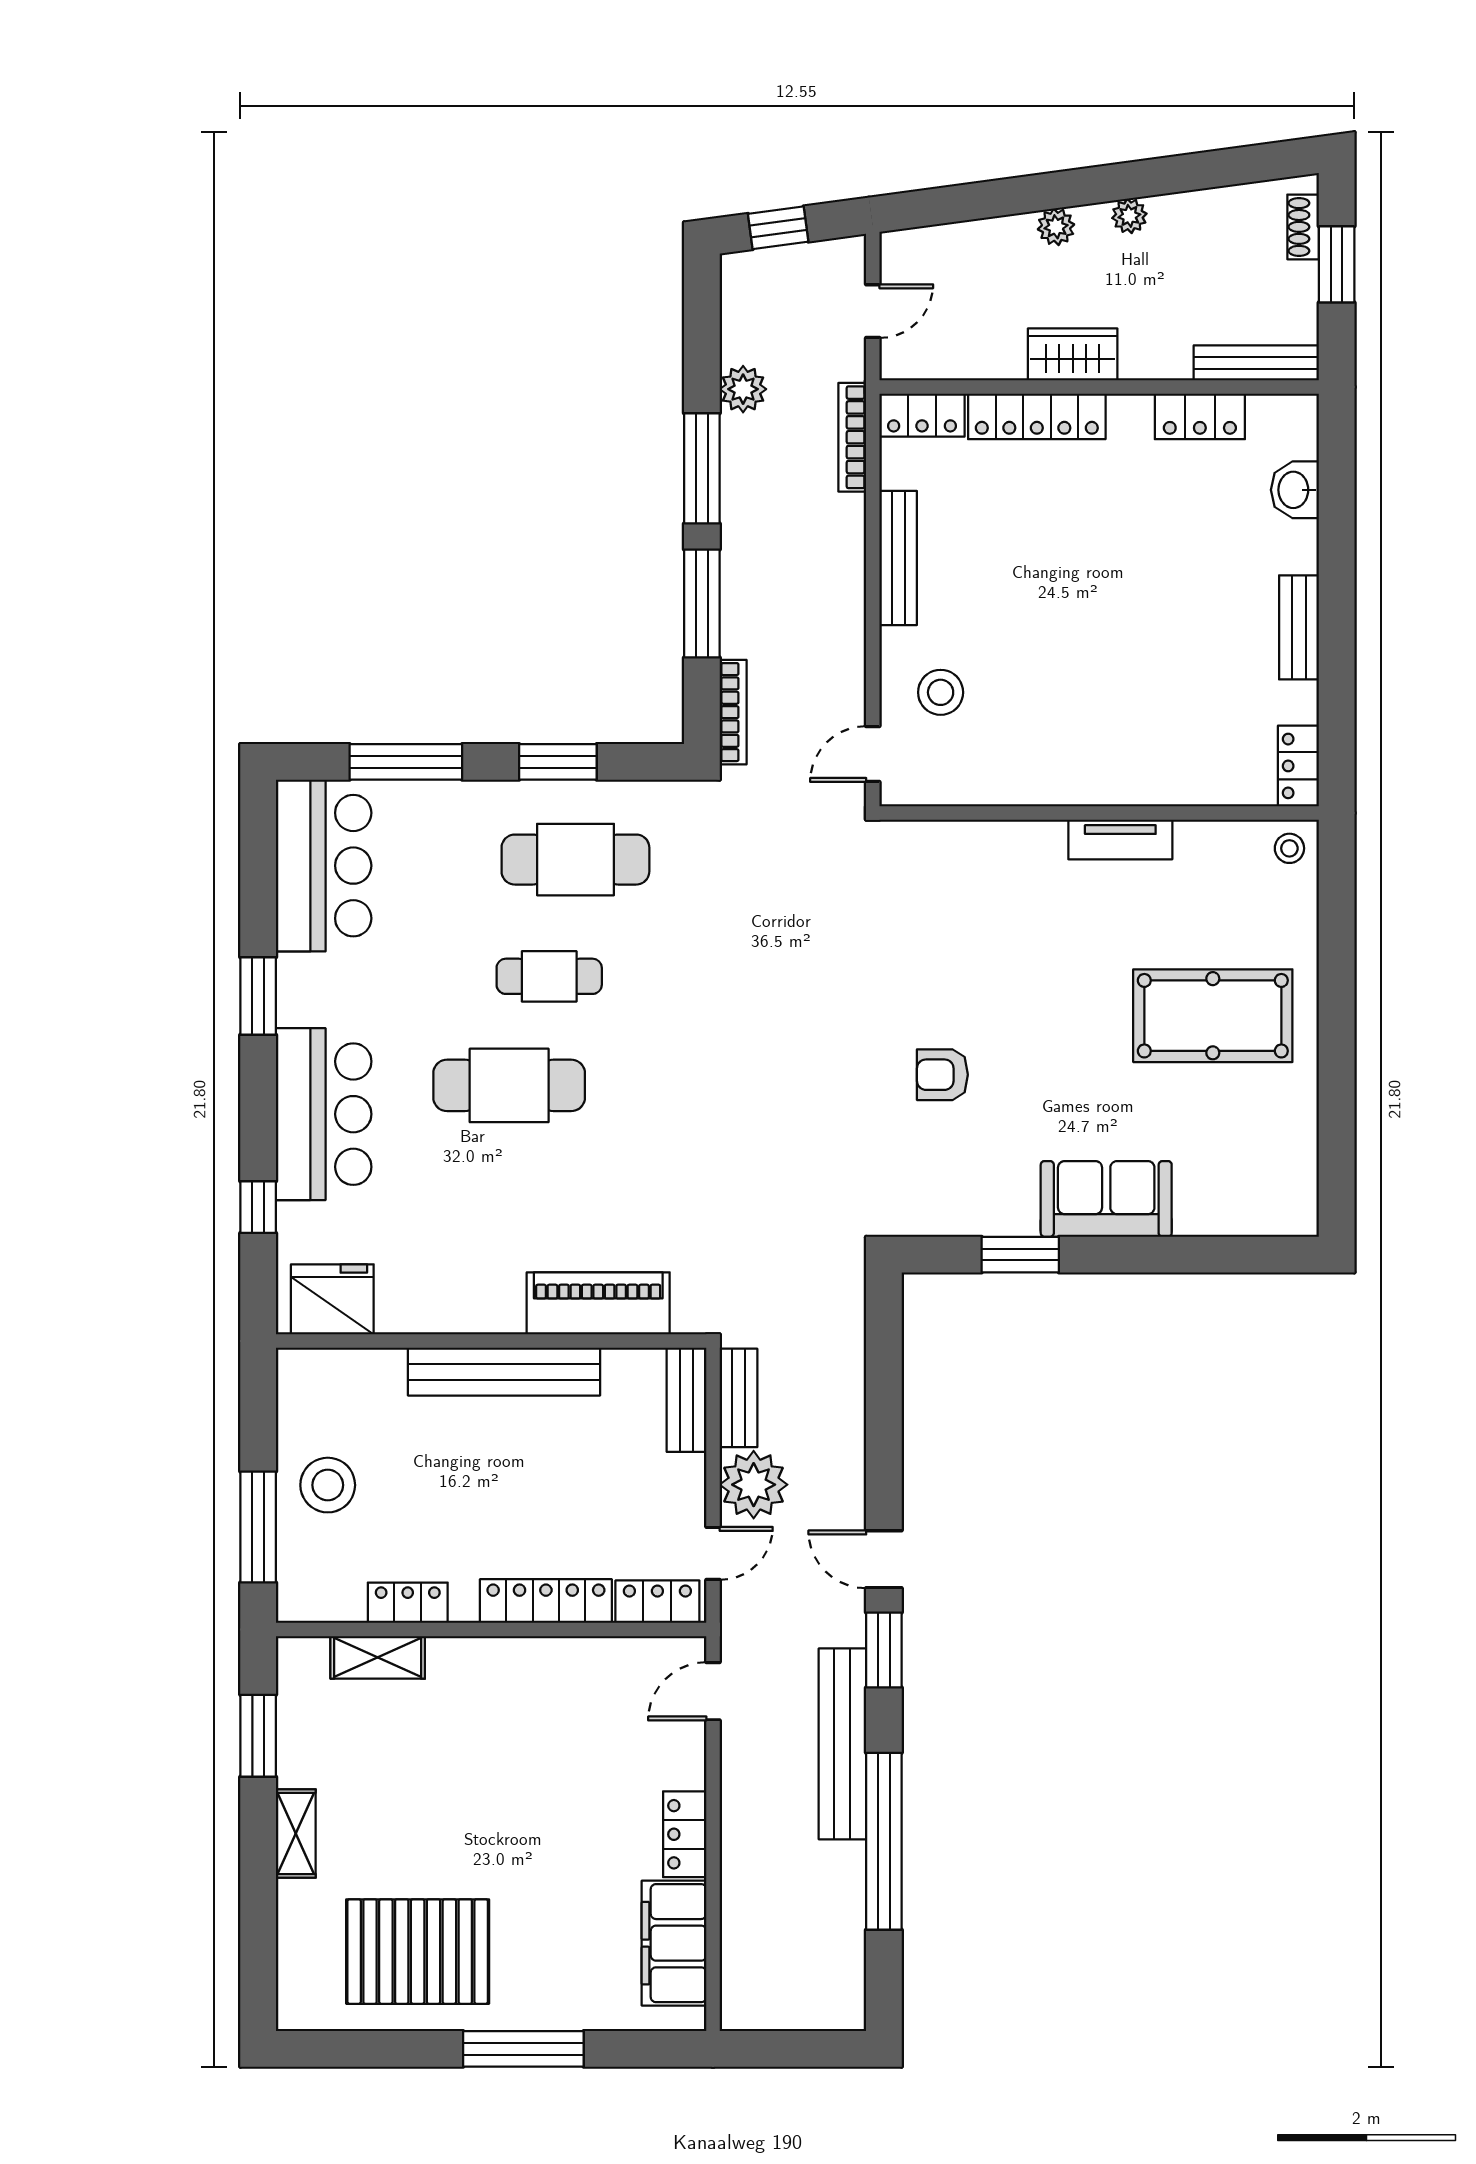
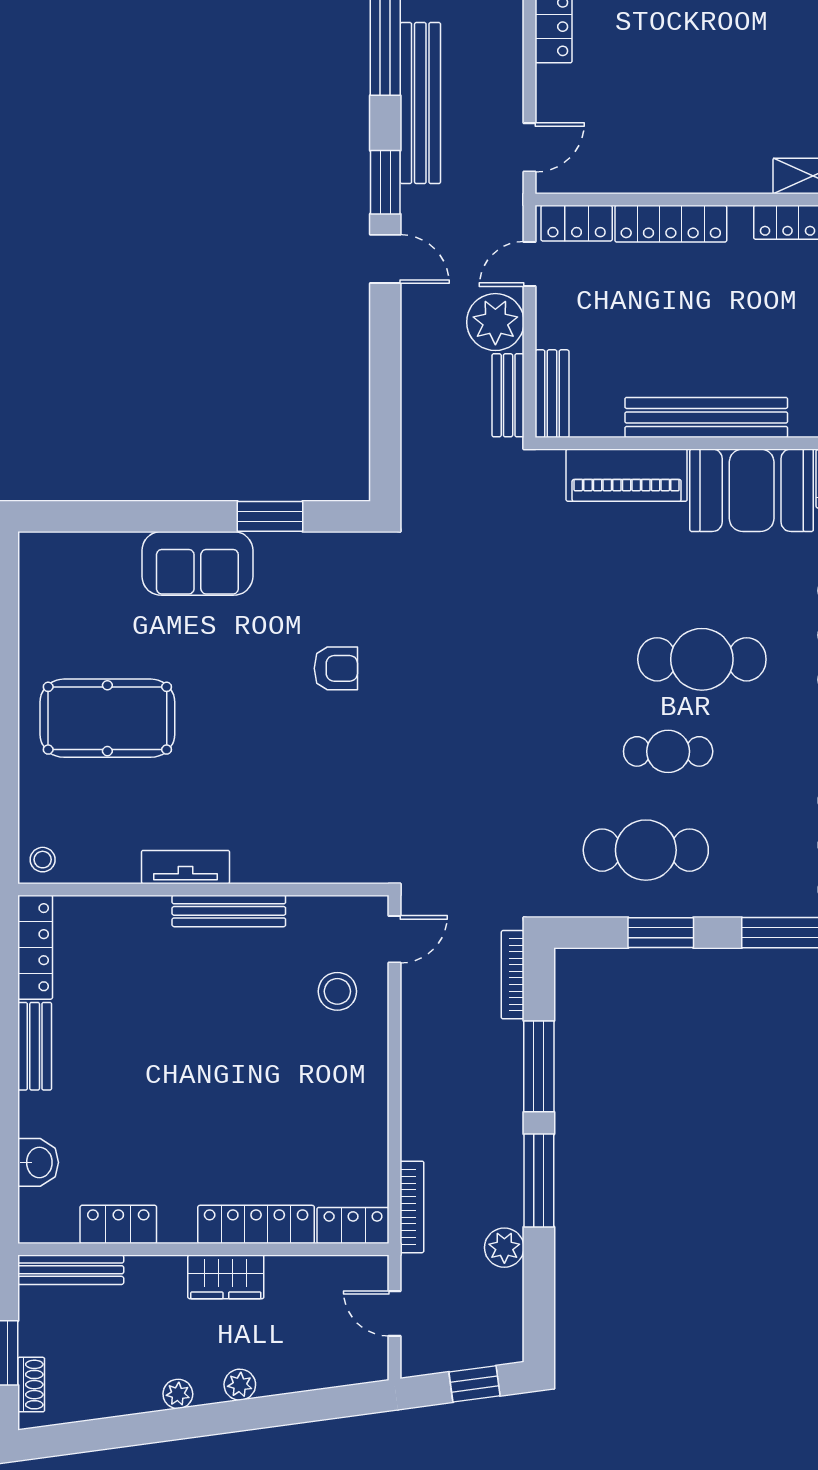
door: (873, 311) -> (395, 1313), hinge flipped
bench: (898, 558) -> (229, 911), moved, turned 90
locker: (1298, 766) -> (35, 947), width x1.53
booth: (450, 1285) -> (752, 490), added

